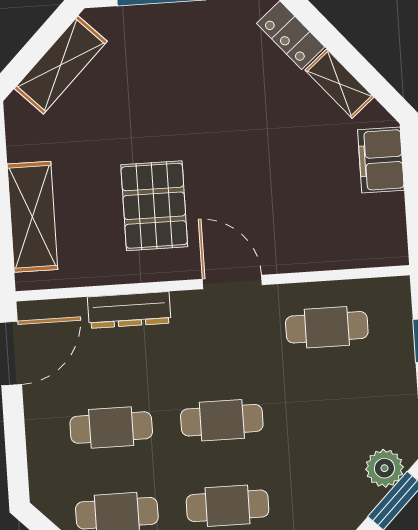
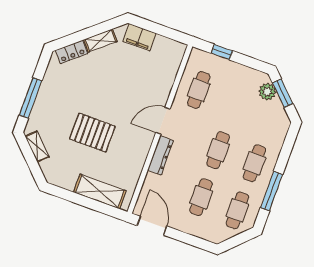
shelving: (61, 65) -> (37, 147), width x0.67, depth x0.75
pallet: (154, 206) -> (92, 133), moved
dresser: (129, 310) -> (161, 155), moved

